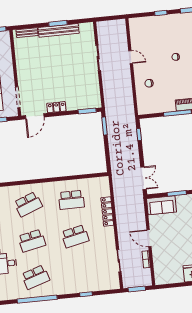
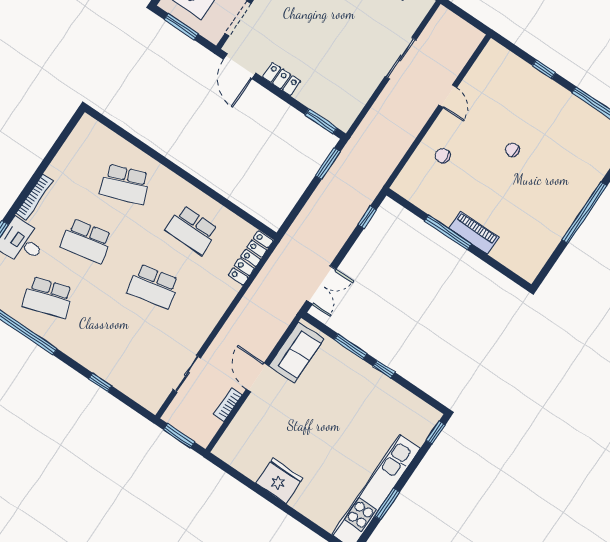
door: (35, 116) -> (240, 66), hinge flipped
sofa: (162, 205) -> (296, 352), moved, turned -90
locker: (107, 211) -> (251, 258), moved

